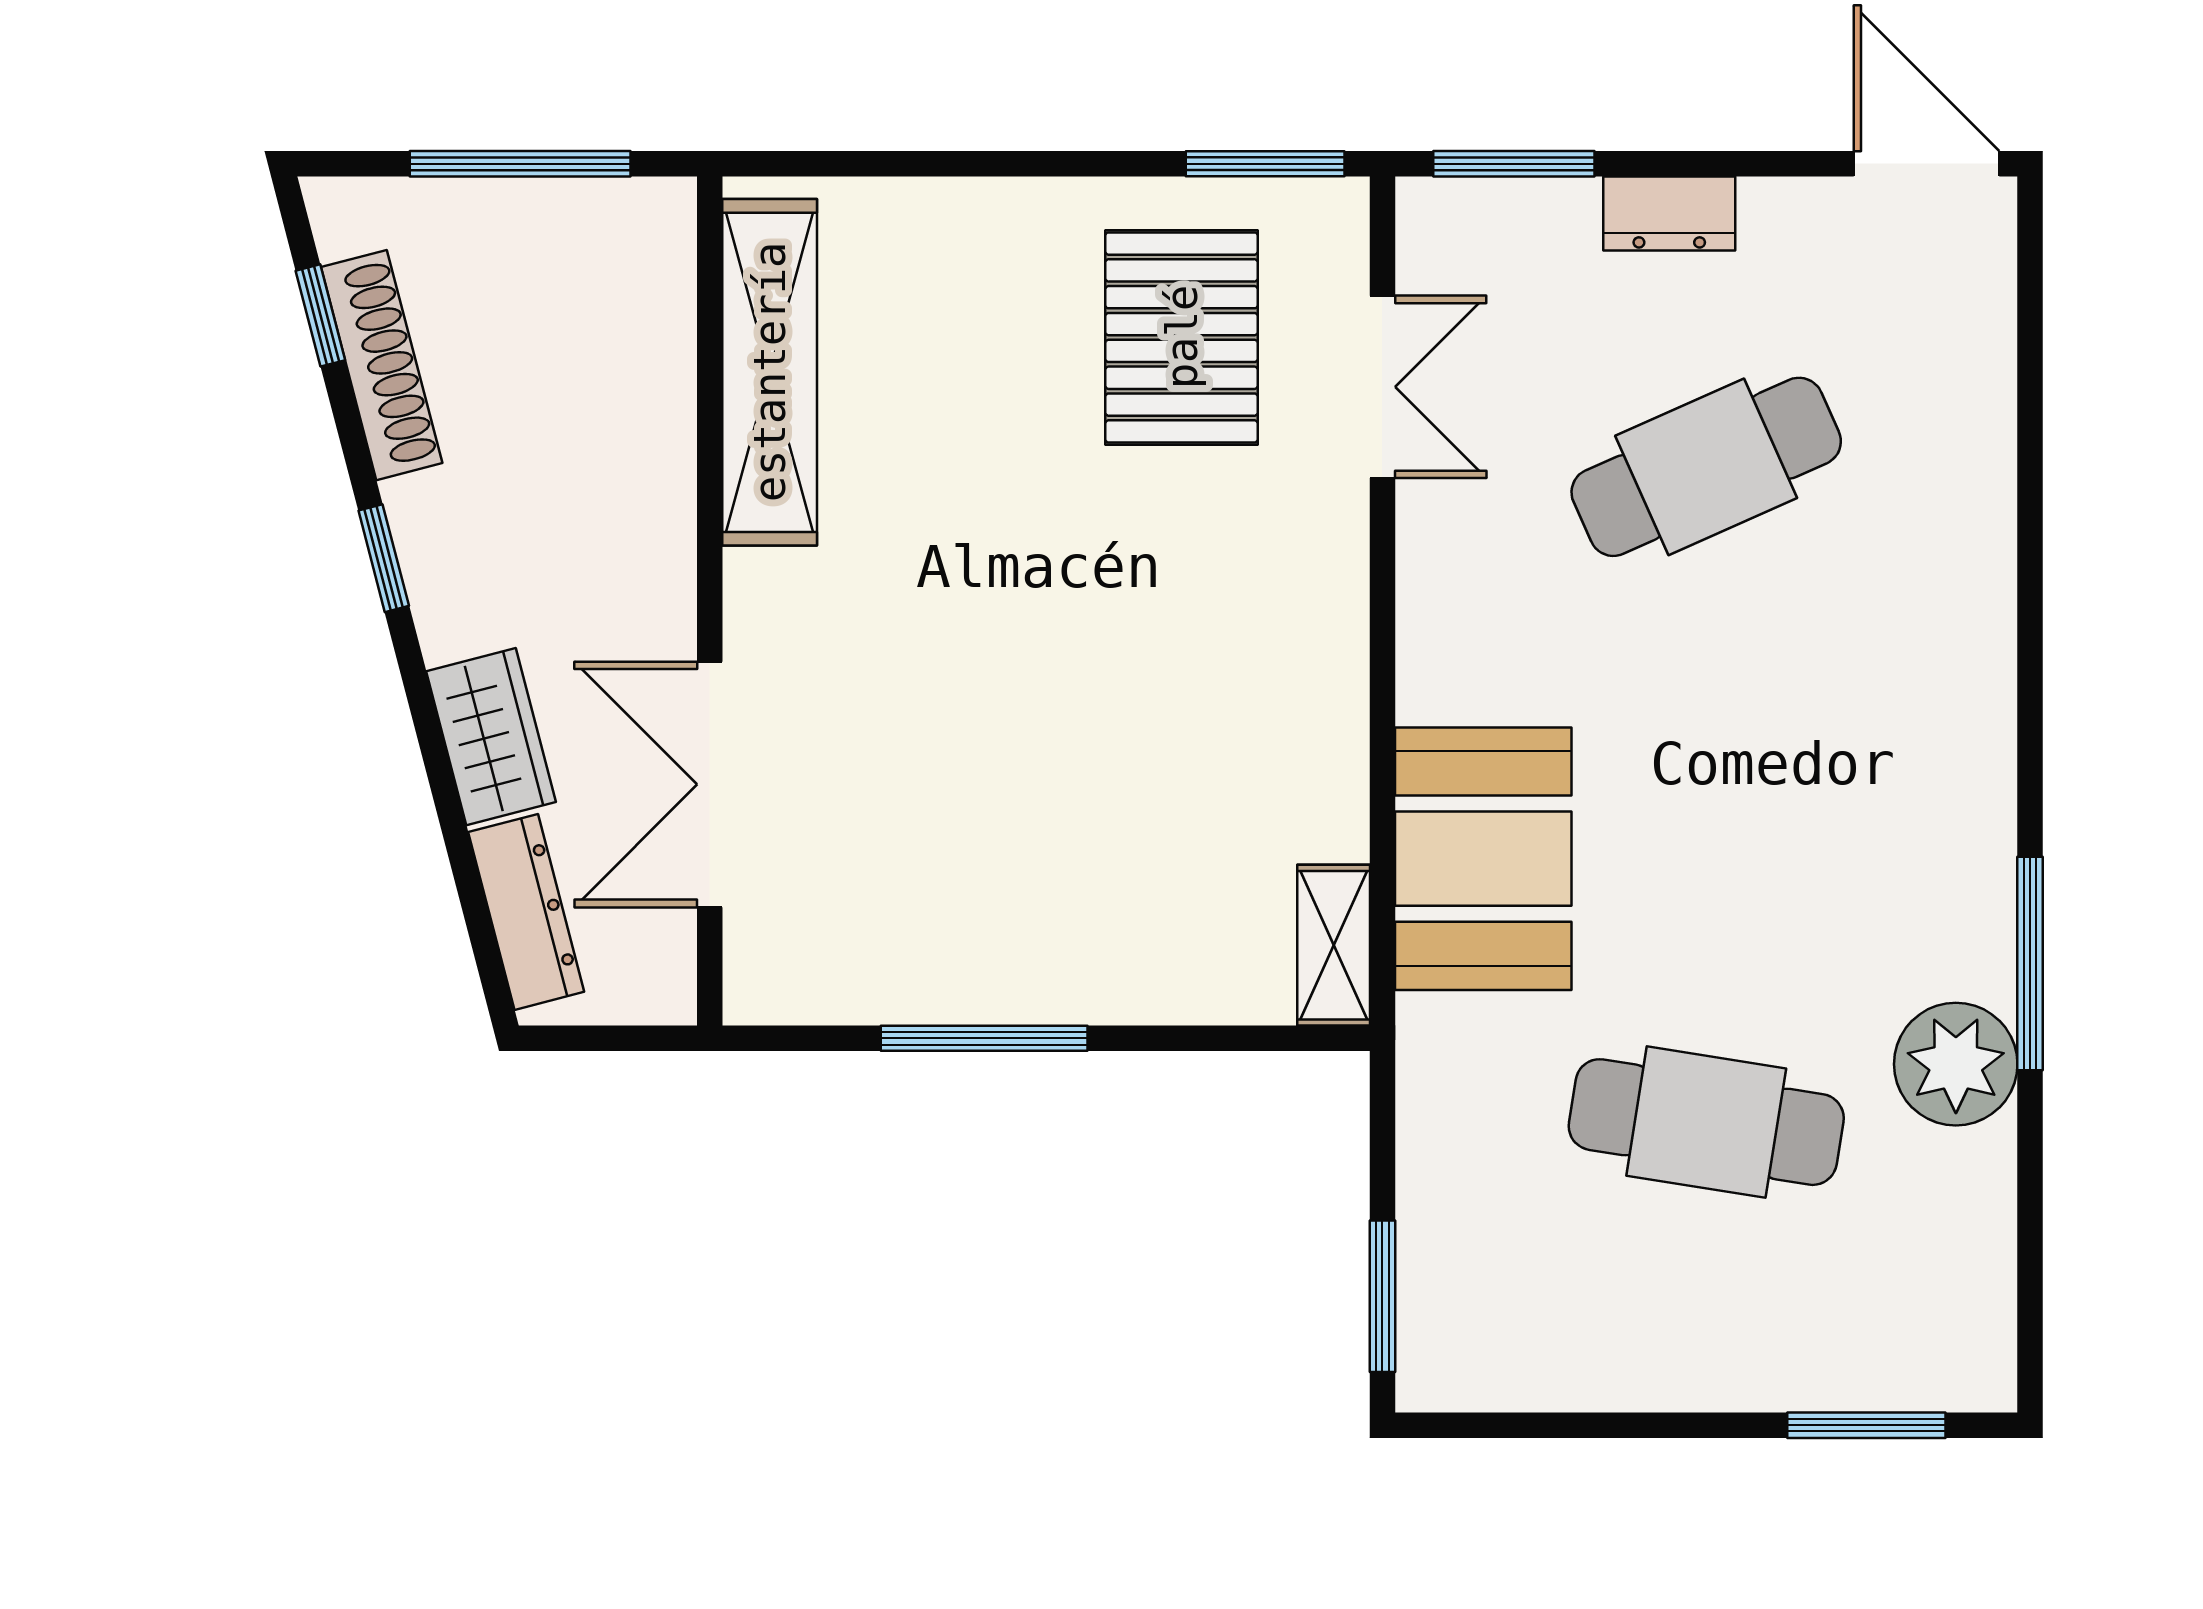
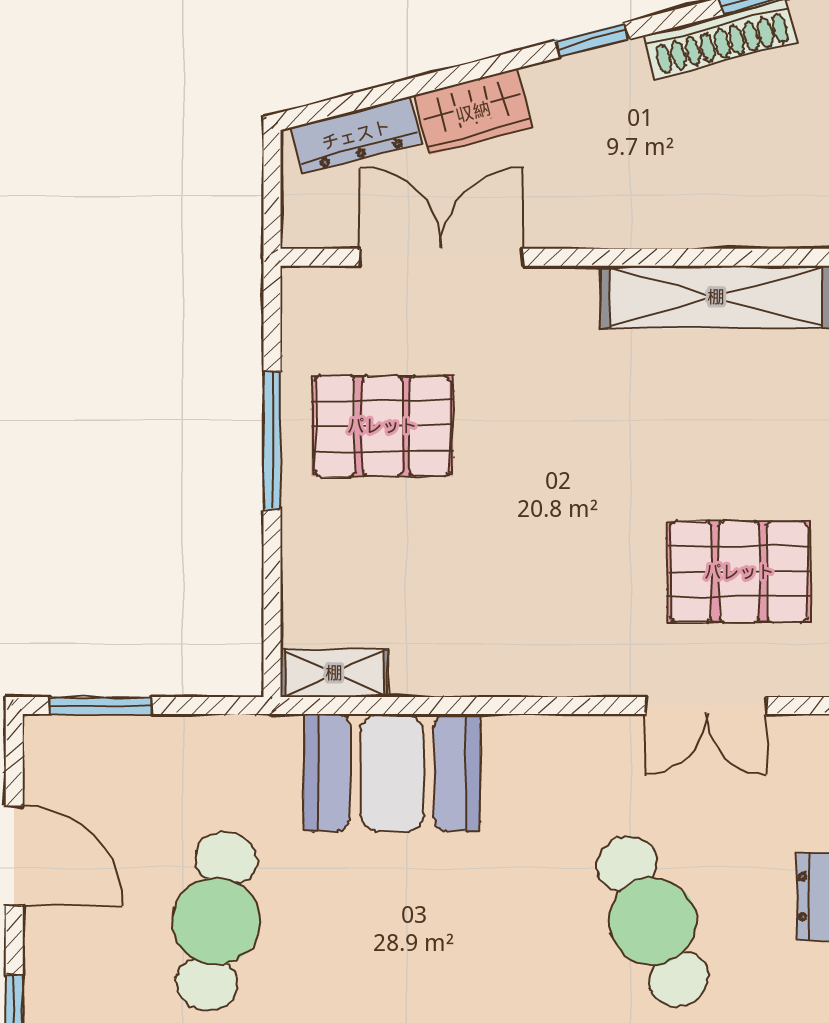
pallet: (963, 873) -> (382, 426), added
door: (1607, 1425) -> (14, 855), added

